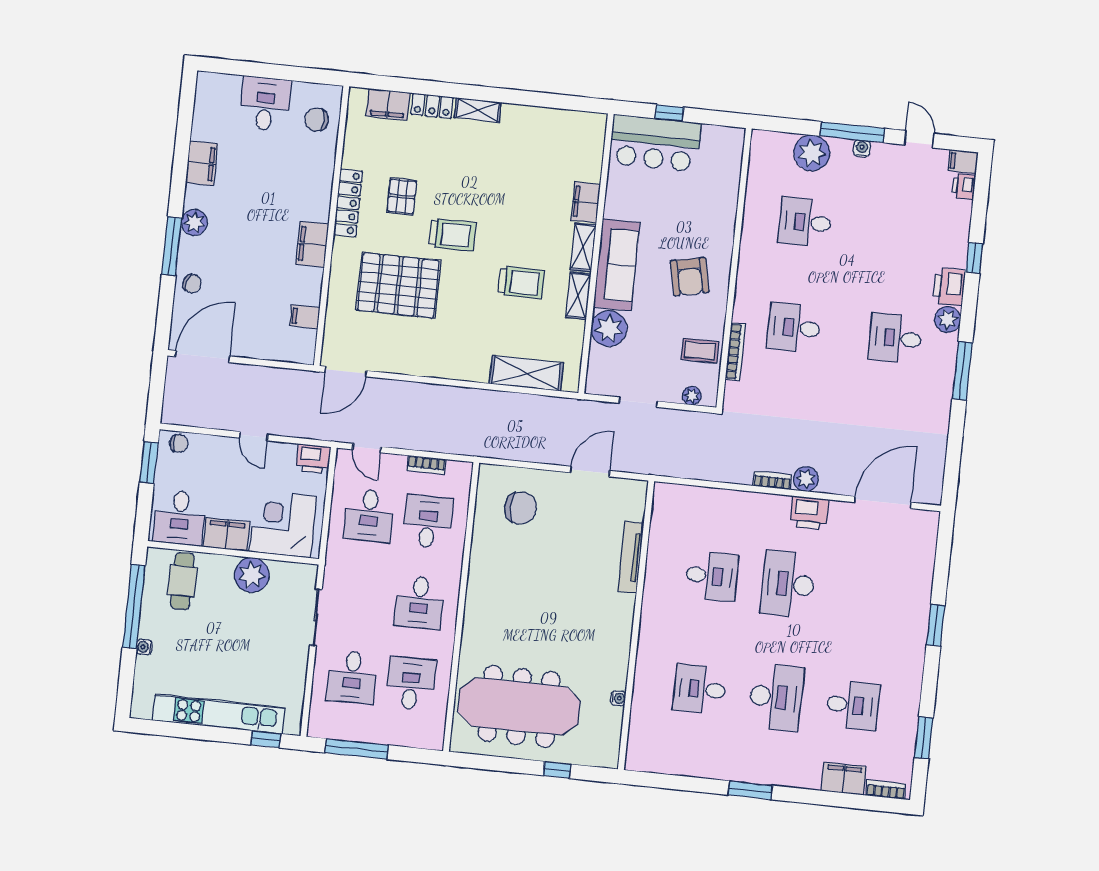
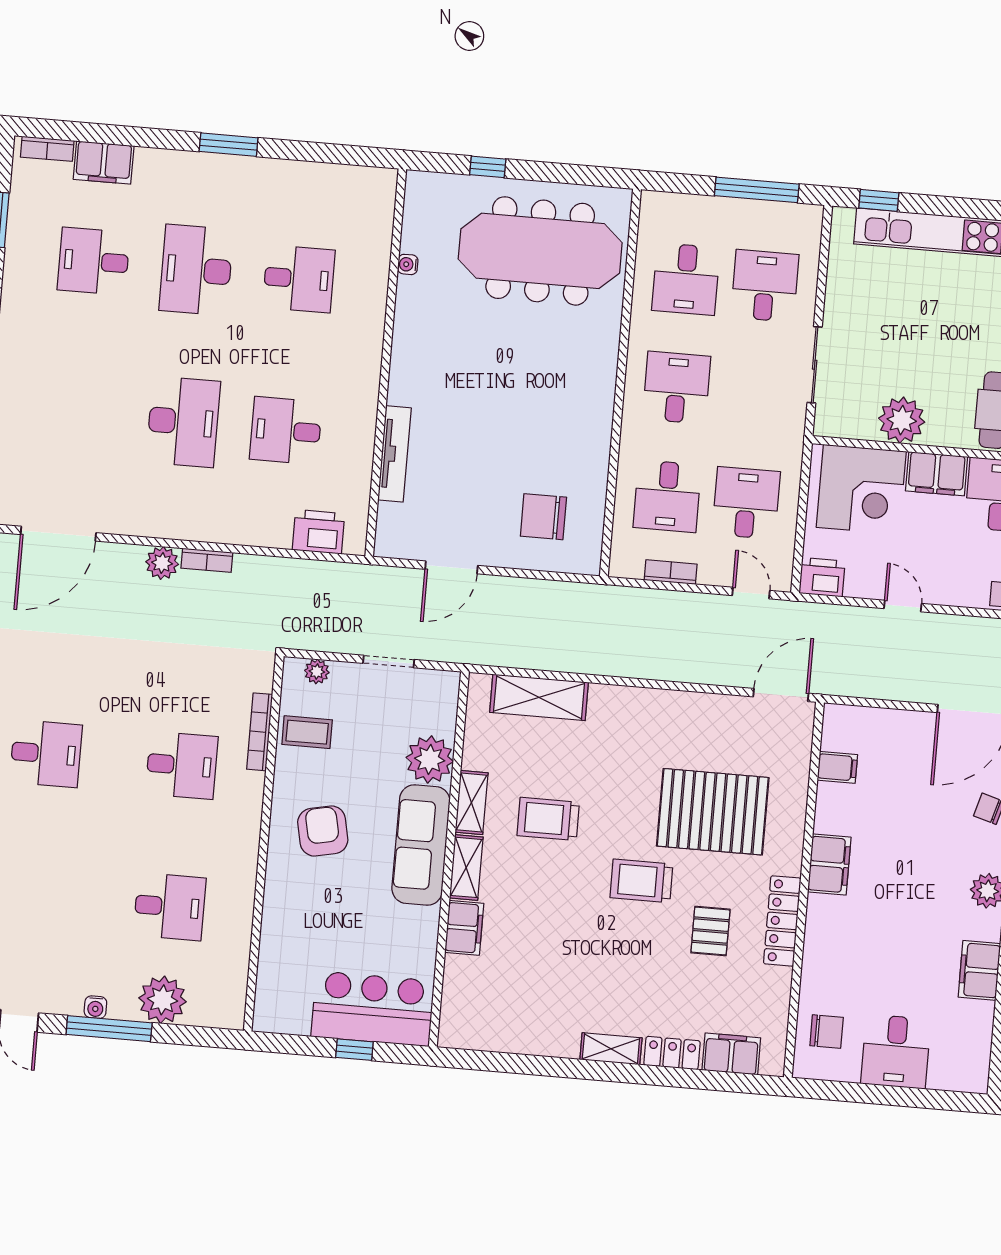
printer: (809, 513) -> (318, 532), moved

